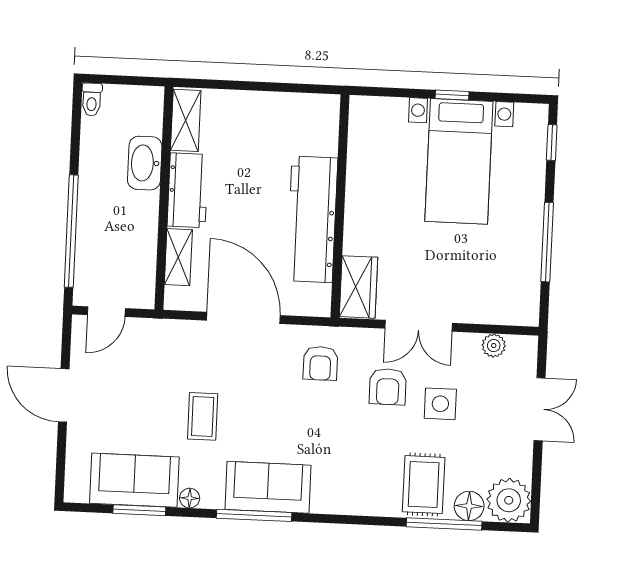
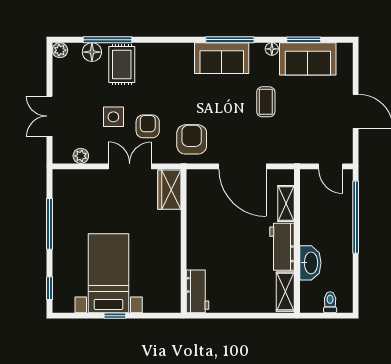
toilet: (92, 100) -> (330, 302), moved
workbench: (312, 219) -> (198, 291), moved, width x0.53, depth x0.76
door: (106, 312) -> (331, 166), swing flipped
armchair: (320, 363) -> (192, 139), width x1.38, depth x1.38
plant: (509, 500) -> (60, 50), width x0.53, depth x0.53

